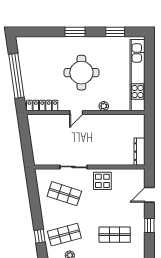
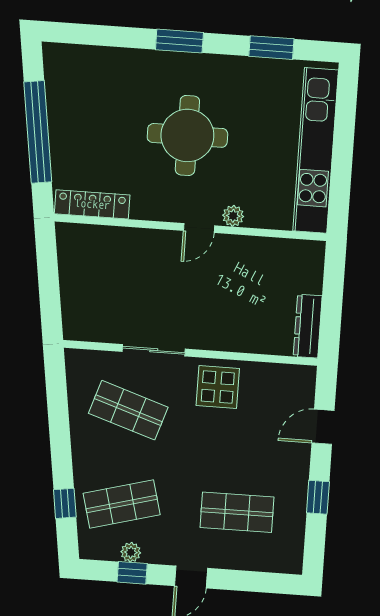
door: (76, 112) -> (199, 228), moved

